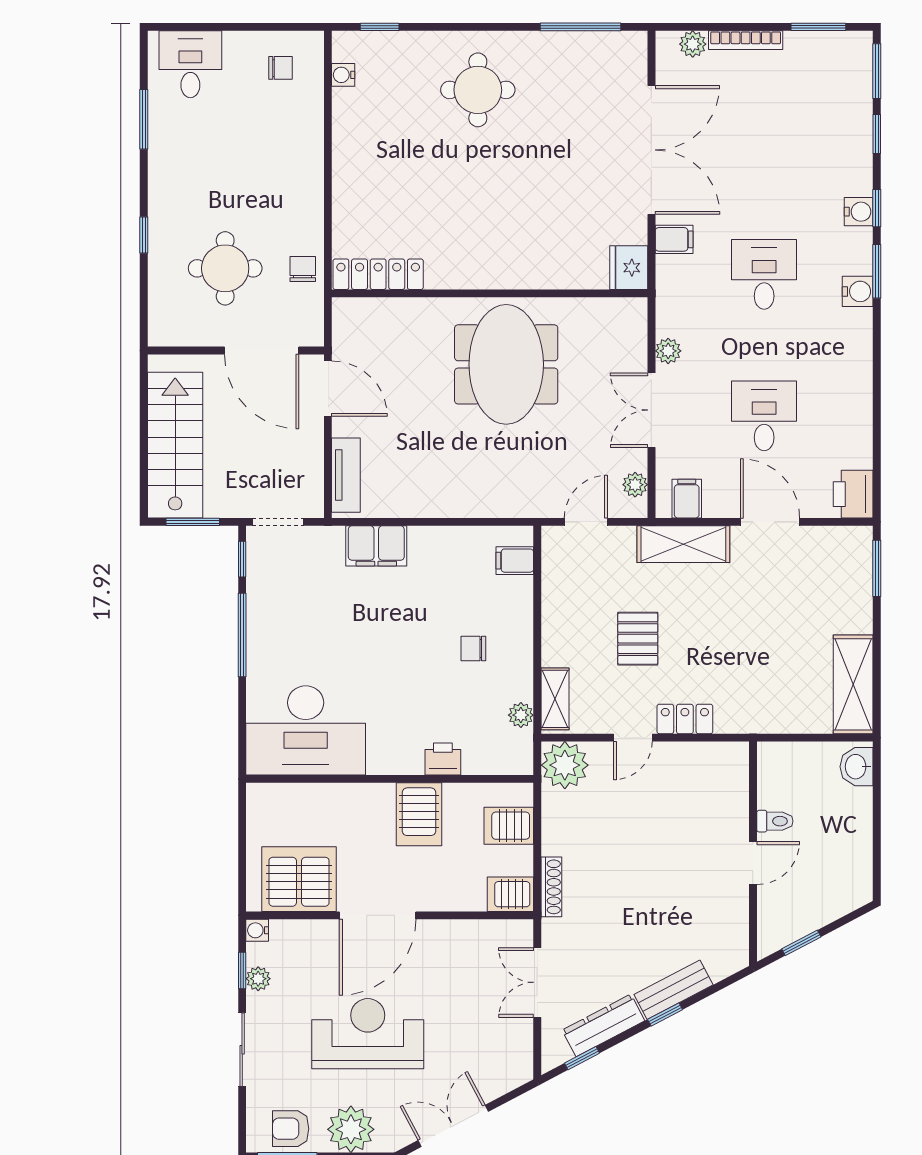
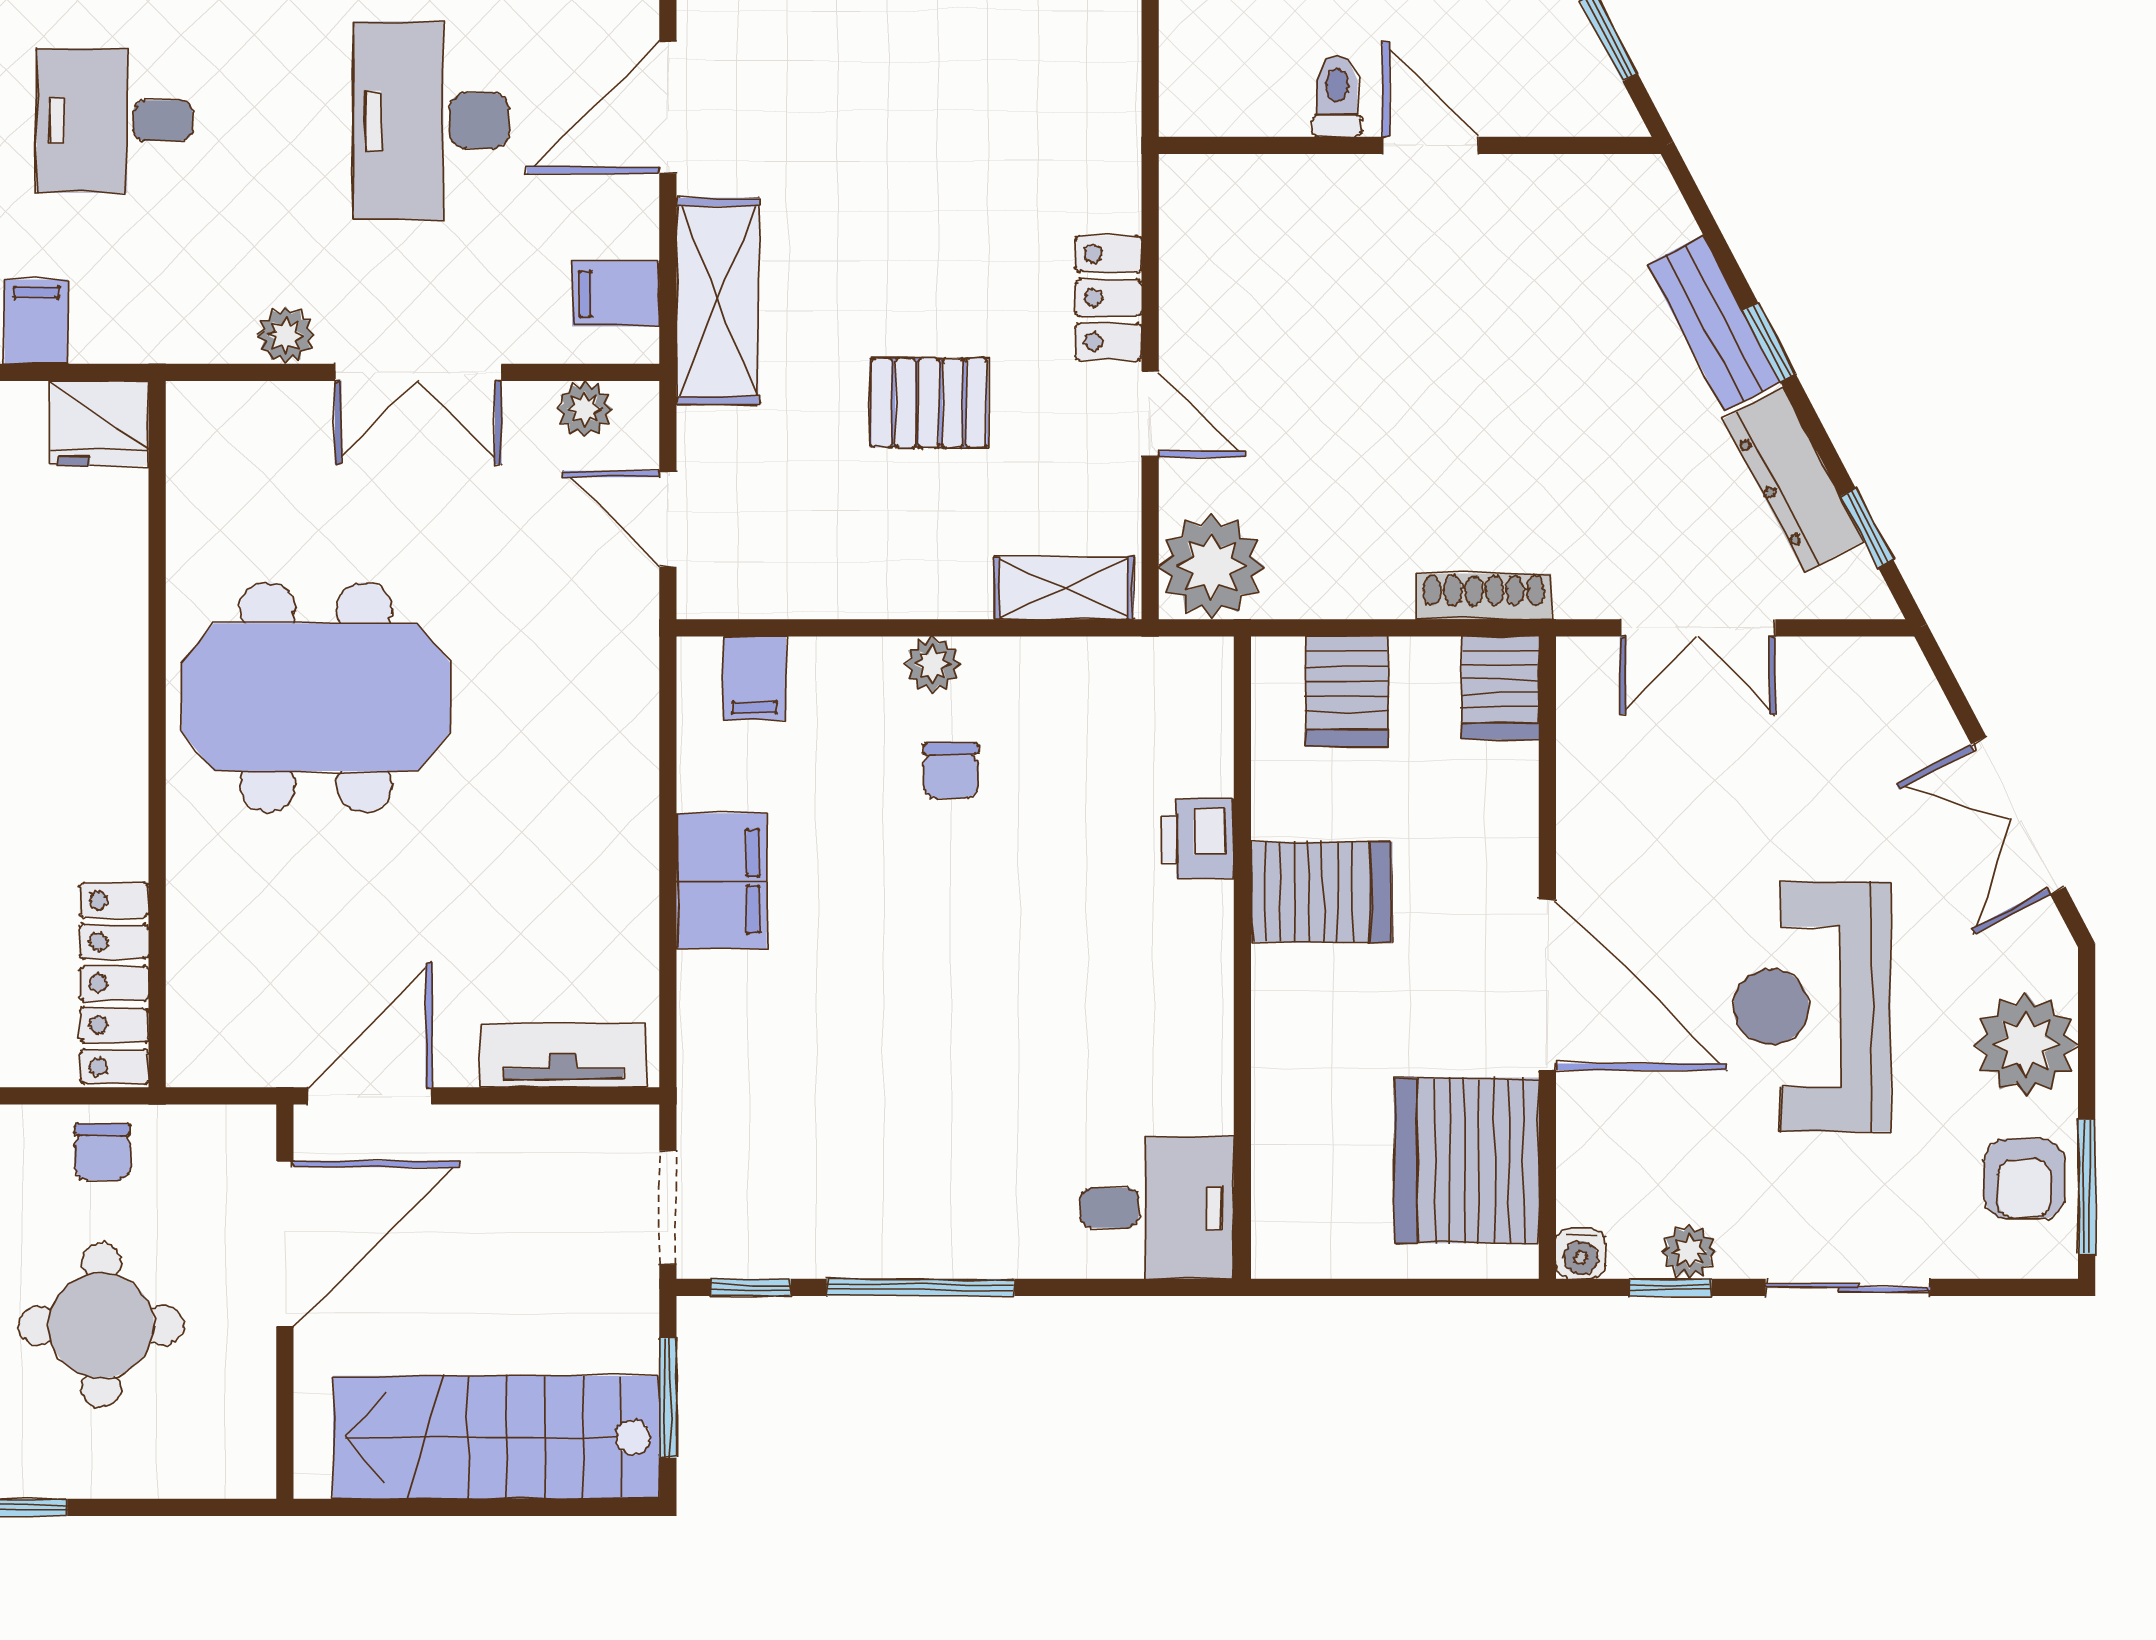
chair: (303, 269) -> (103, 1152), turned -90
desk: (764, 416) -> (431, 121), width x1.37
filing cabinet: (376, 546) -> (722, 881), moved
plant: (521, 715) -> (933, 665), moved
desk: (306, 730) -> (1157, 1208), width x0.53, depth x0.77

